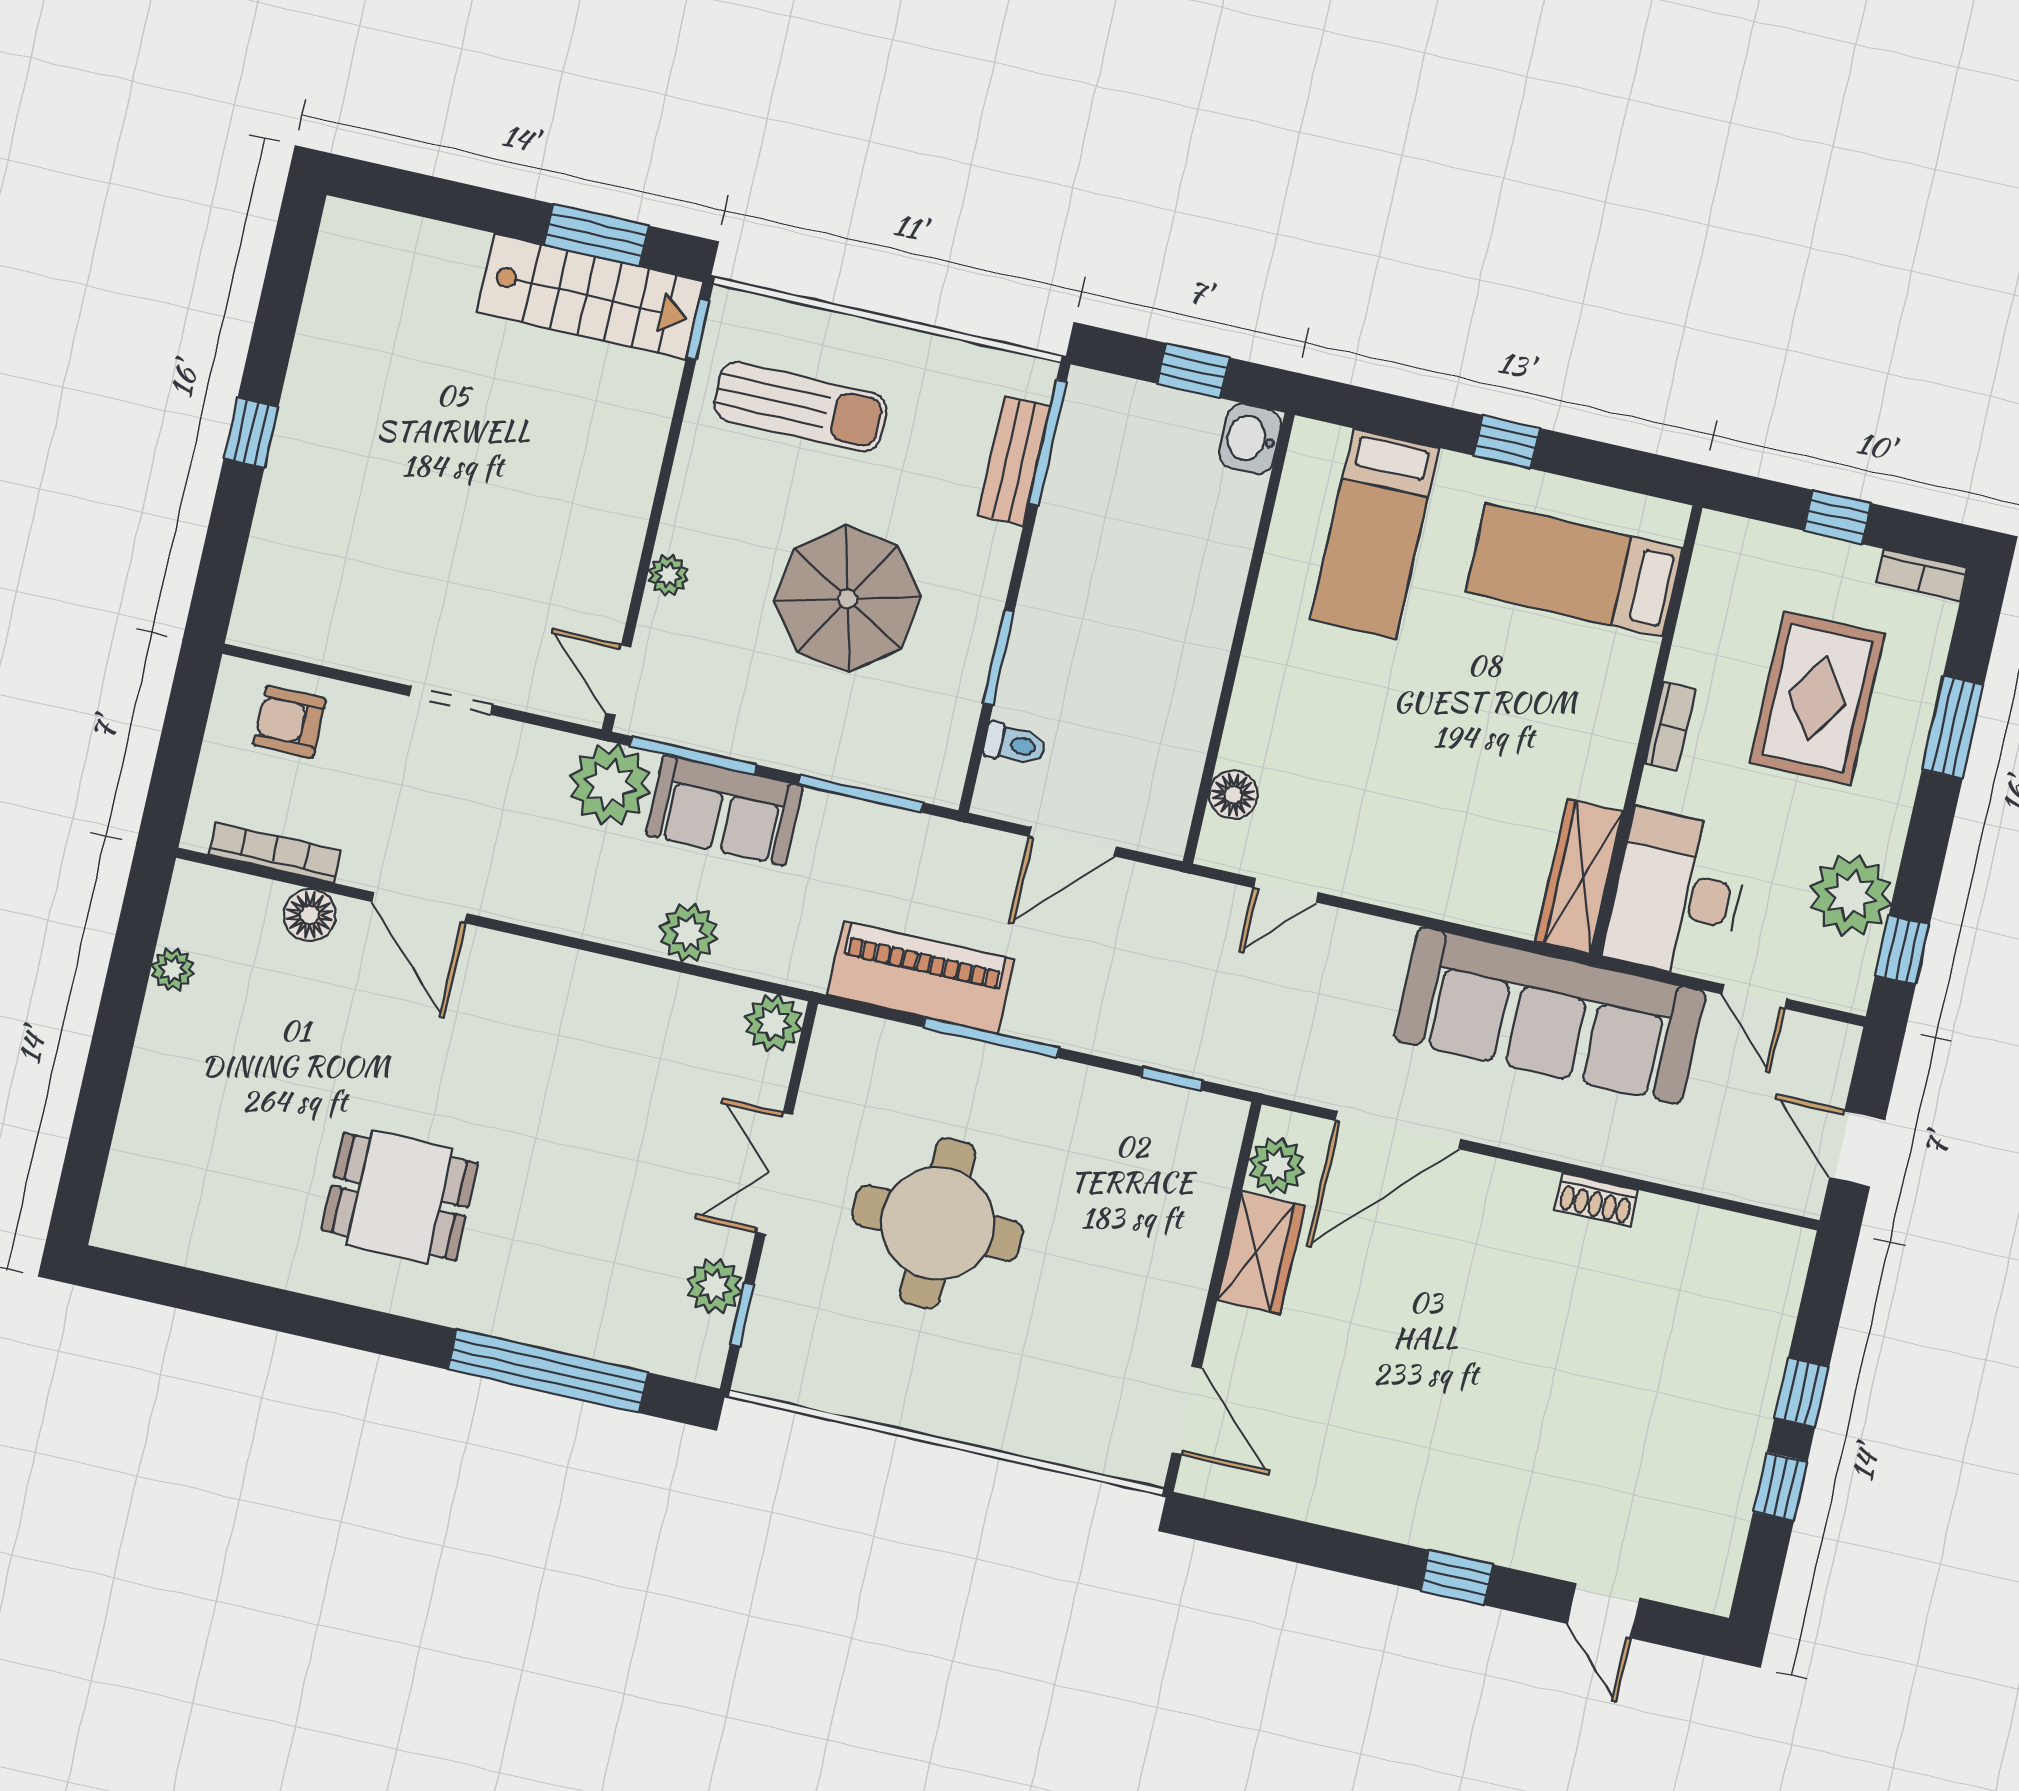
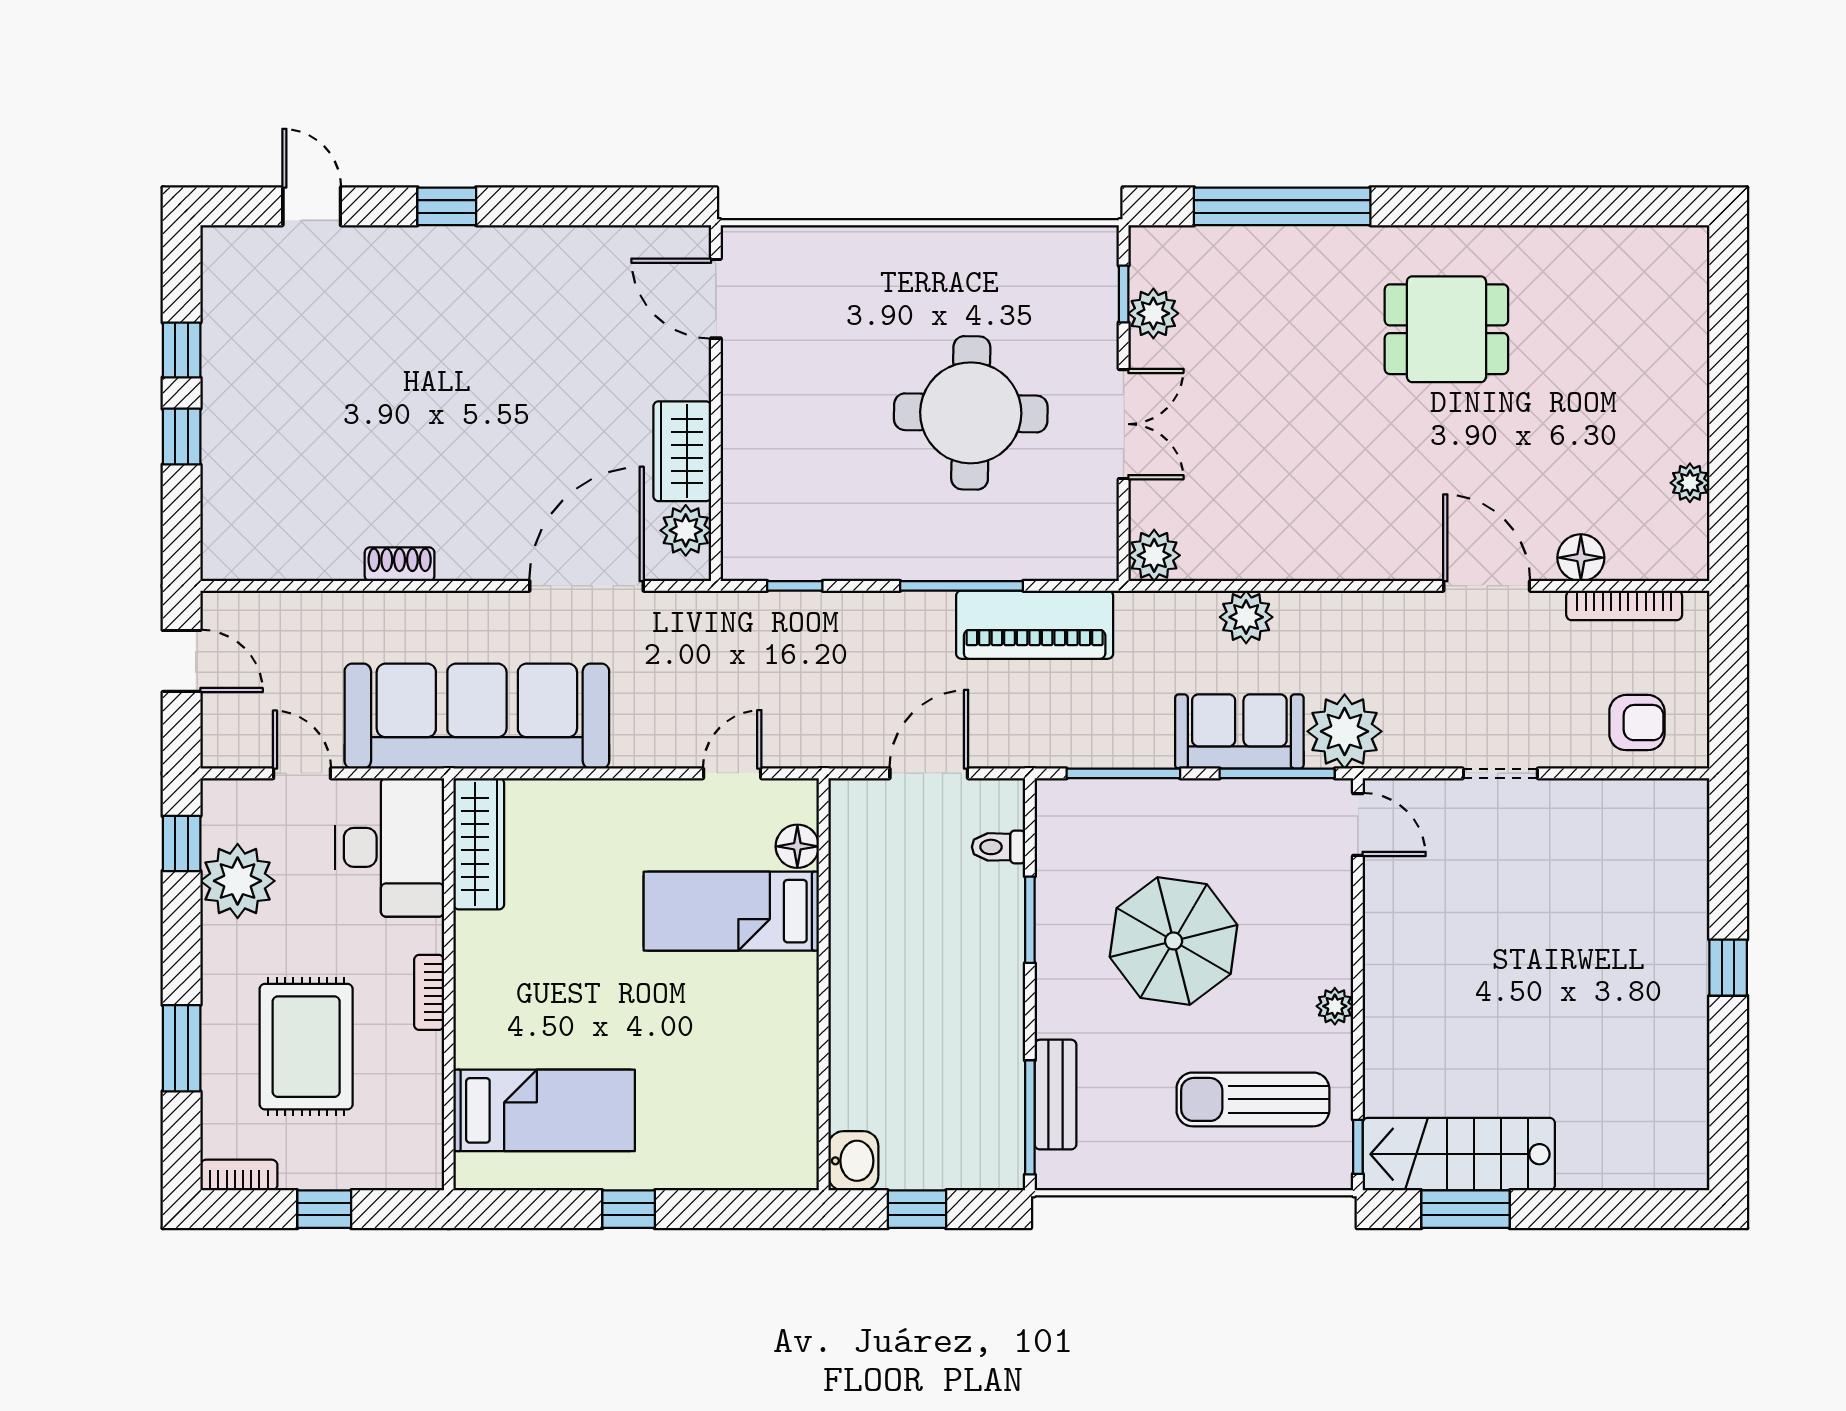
bed: (1375, 534) -> (731, 911), moved, turned -90
plant: (669, 575) -> (1335, 1006), moved

